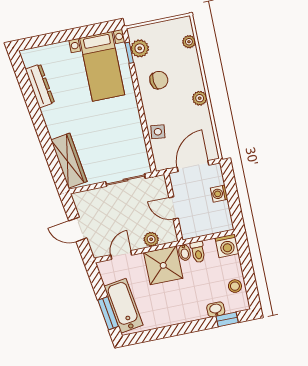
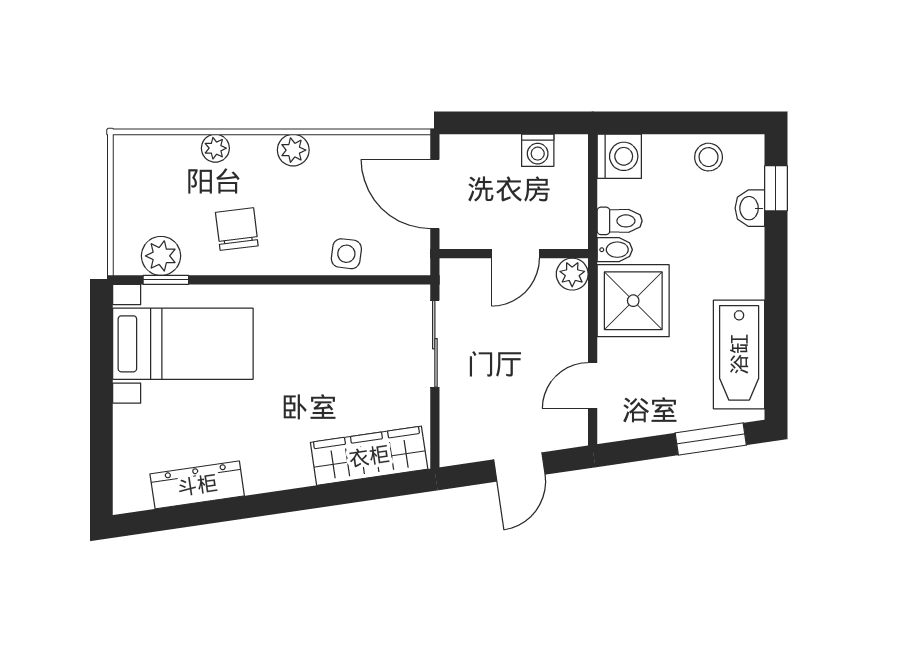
plant: (189, 42) -> (215, 148), moved
washing machine: (219, 194) -> (538, 150), moved
plant: (151, 239) -> (572, 274), moved
door: (121, 255) -> (593, 386), hinge flipped
bathtub: (123, 306) -> (739, 354), moved, turned -82

